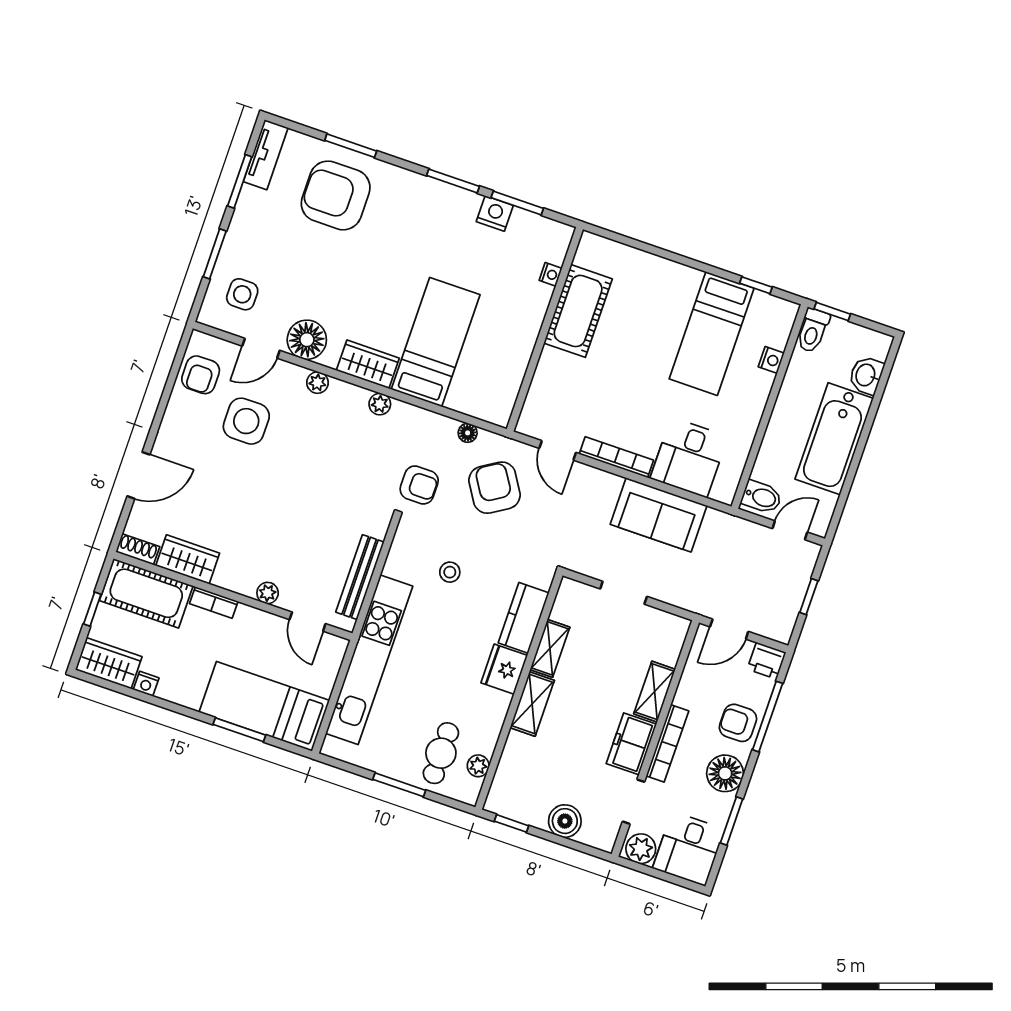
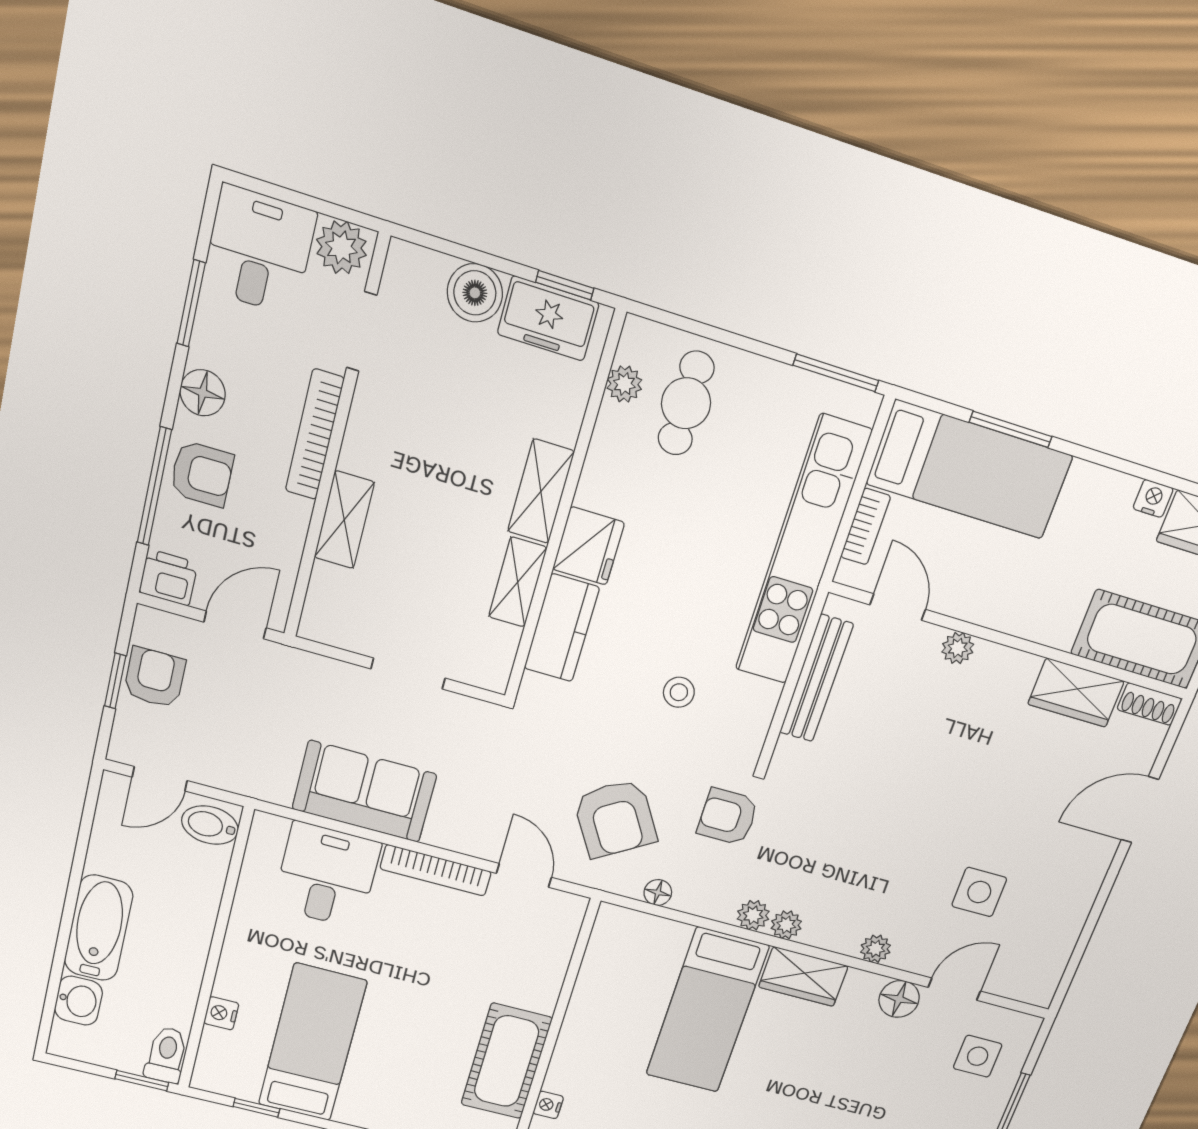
floor lamp: (307, 340) -> (899, 999), width x0.73, depth x0.73
armchair: (201, 375) -> (155, 678), moved
plant: (403, 413) -> (753, 915), added
side table: (246, 421) -> (979, 892), width x0.73, depth x0.73
bathtub: (834, 439) -> (99, 928), width x0.73, depth x0.73
bookcase: (214, 602) -> (866, 527), moved, turned 90
freezer: (631, 744) -> (548, 318), moved, turned 90
floor lamp: (725, 773) -> (203, 393), width x0.73, depth x0.73
window: (399, 785) -> (836, 373), moved

